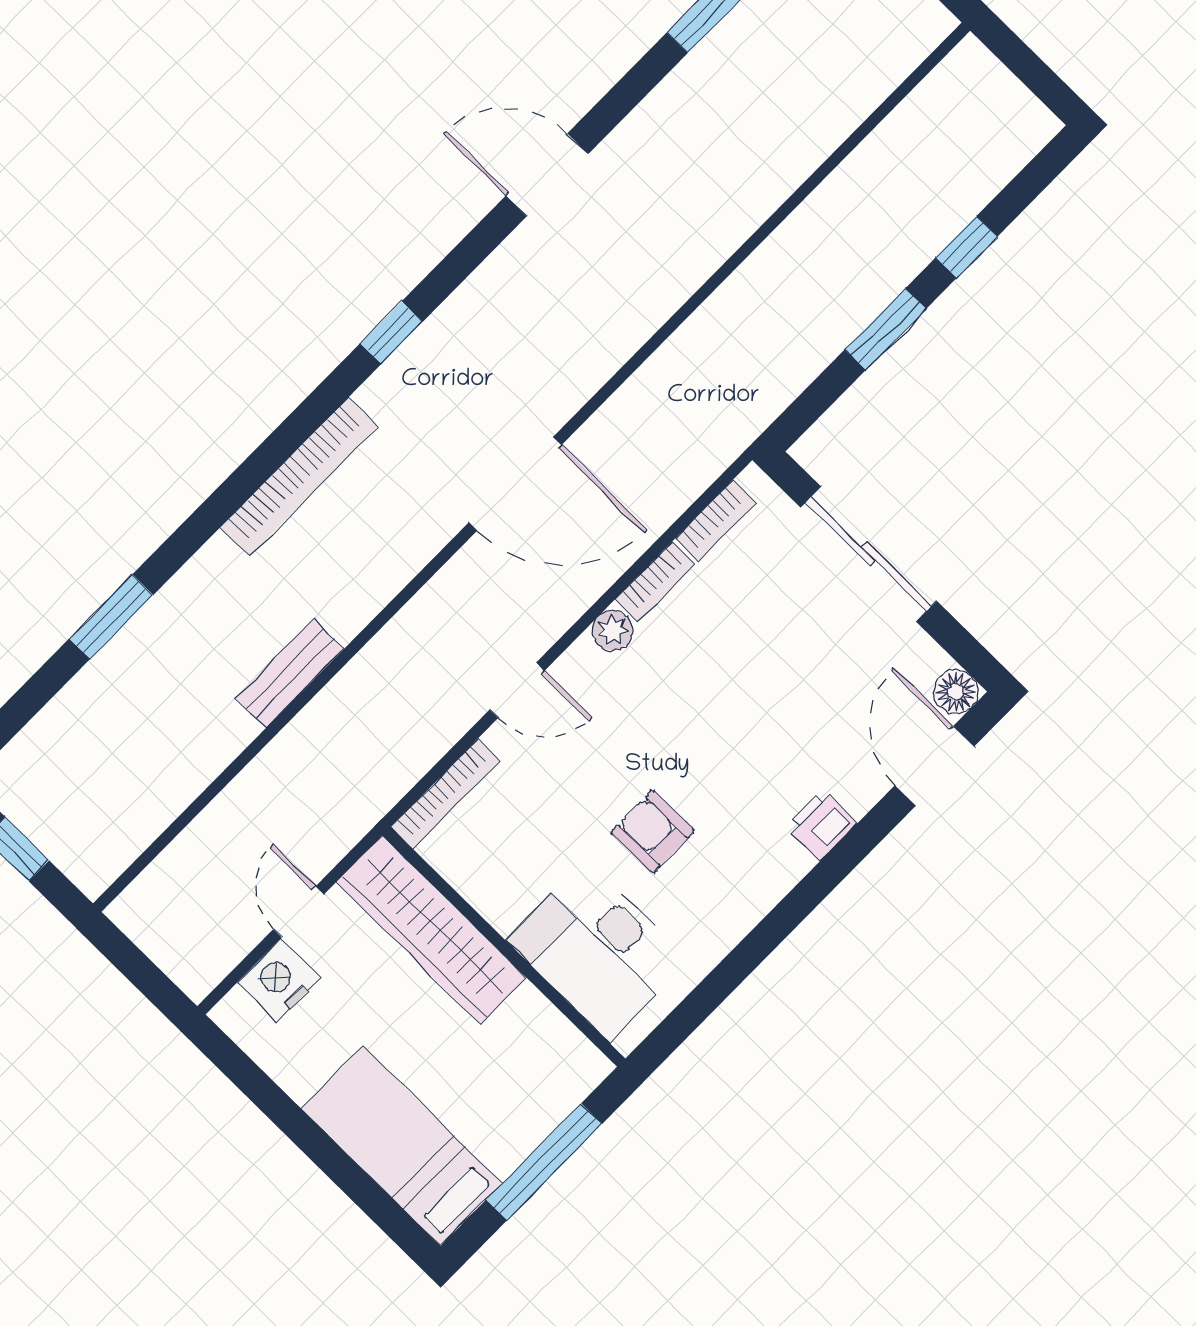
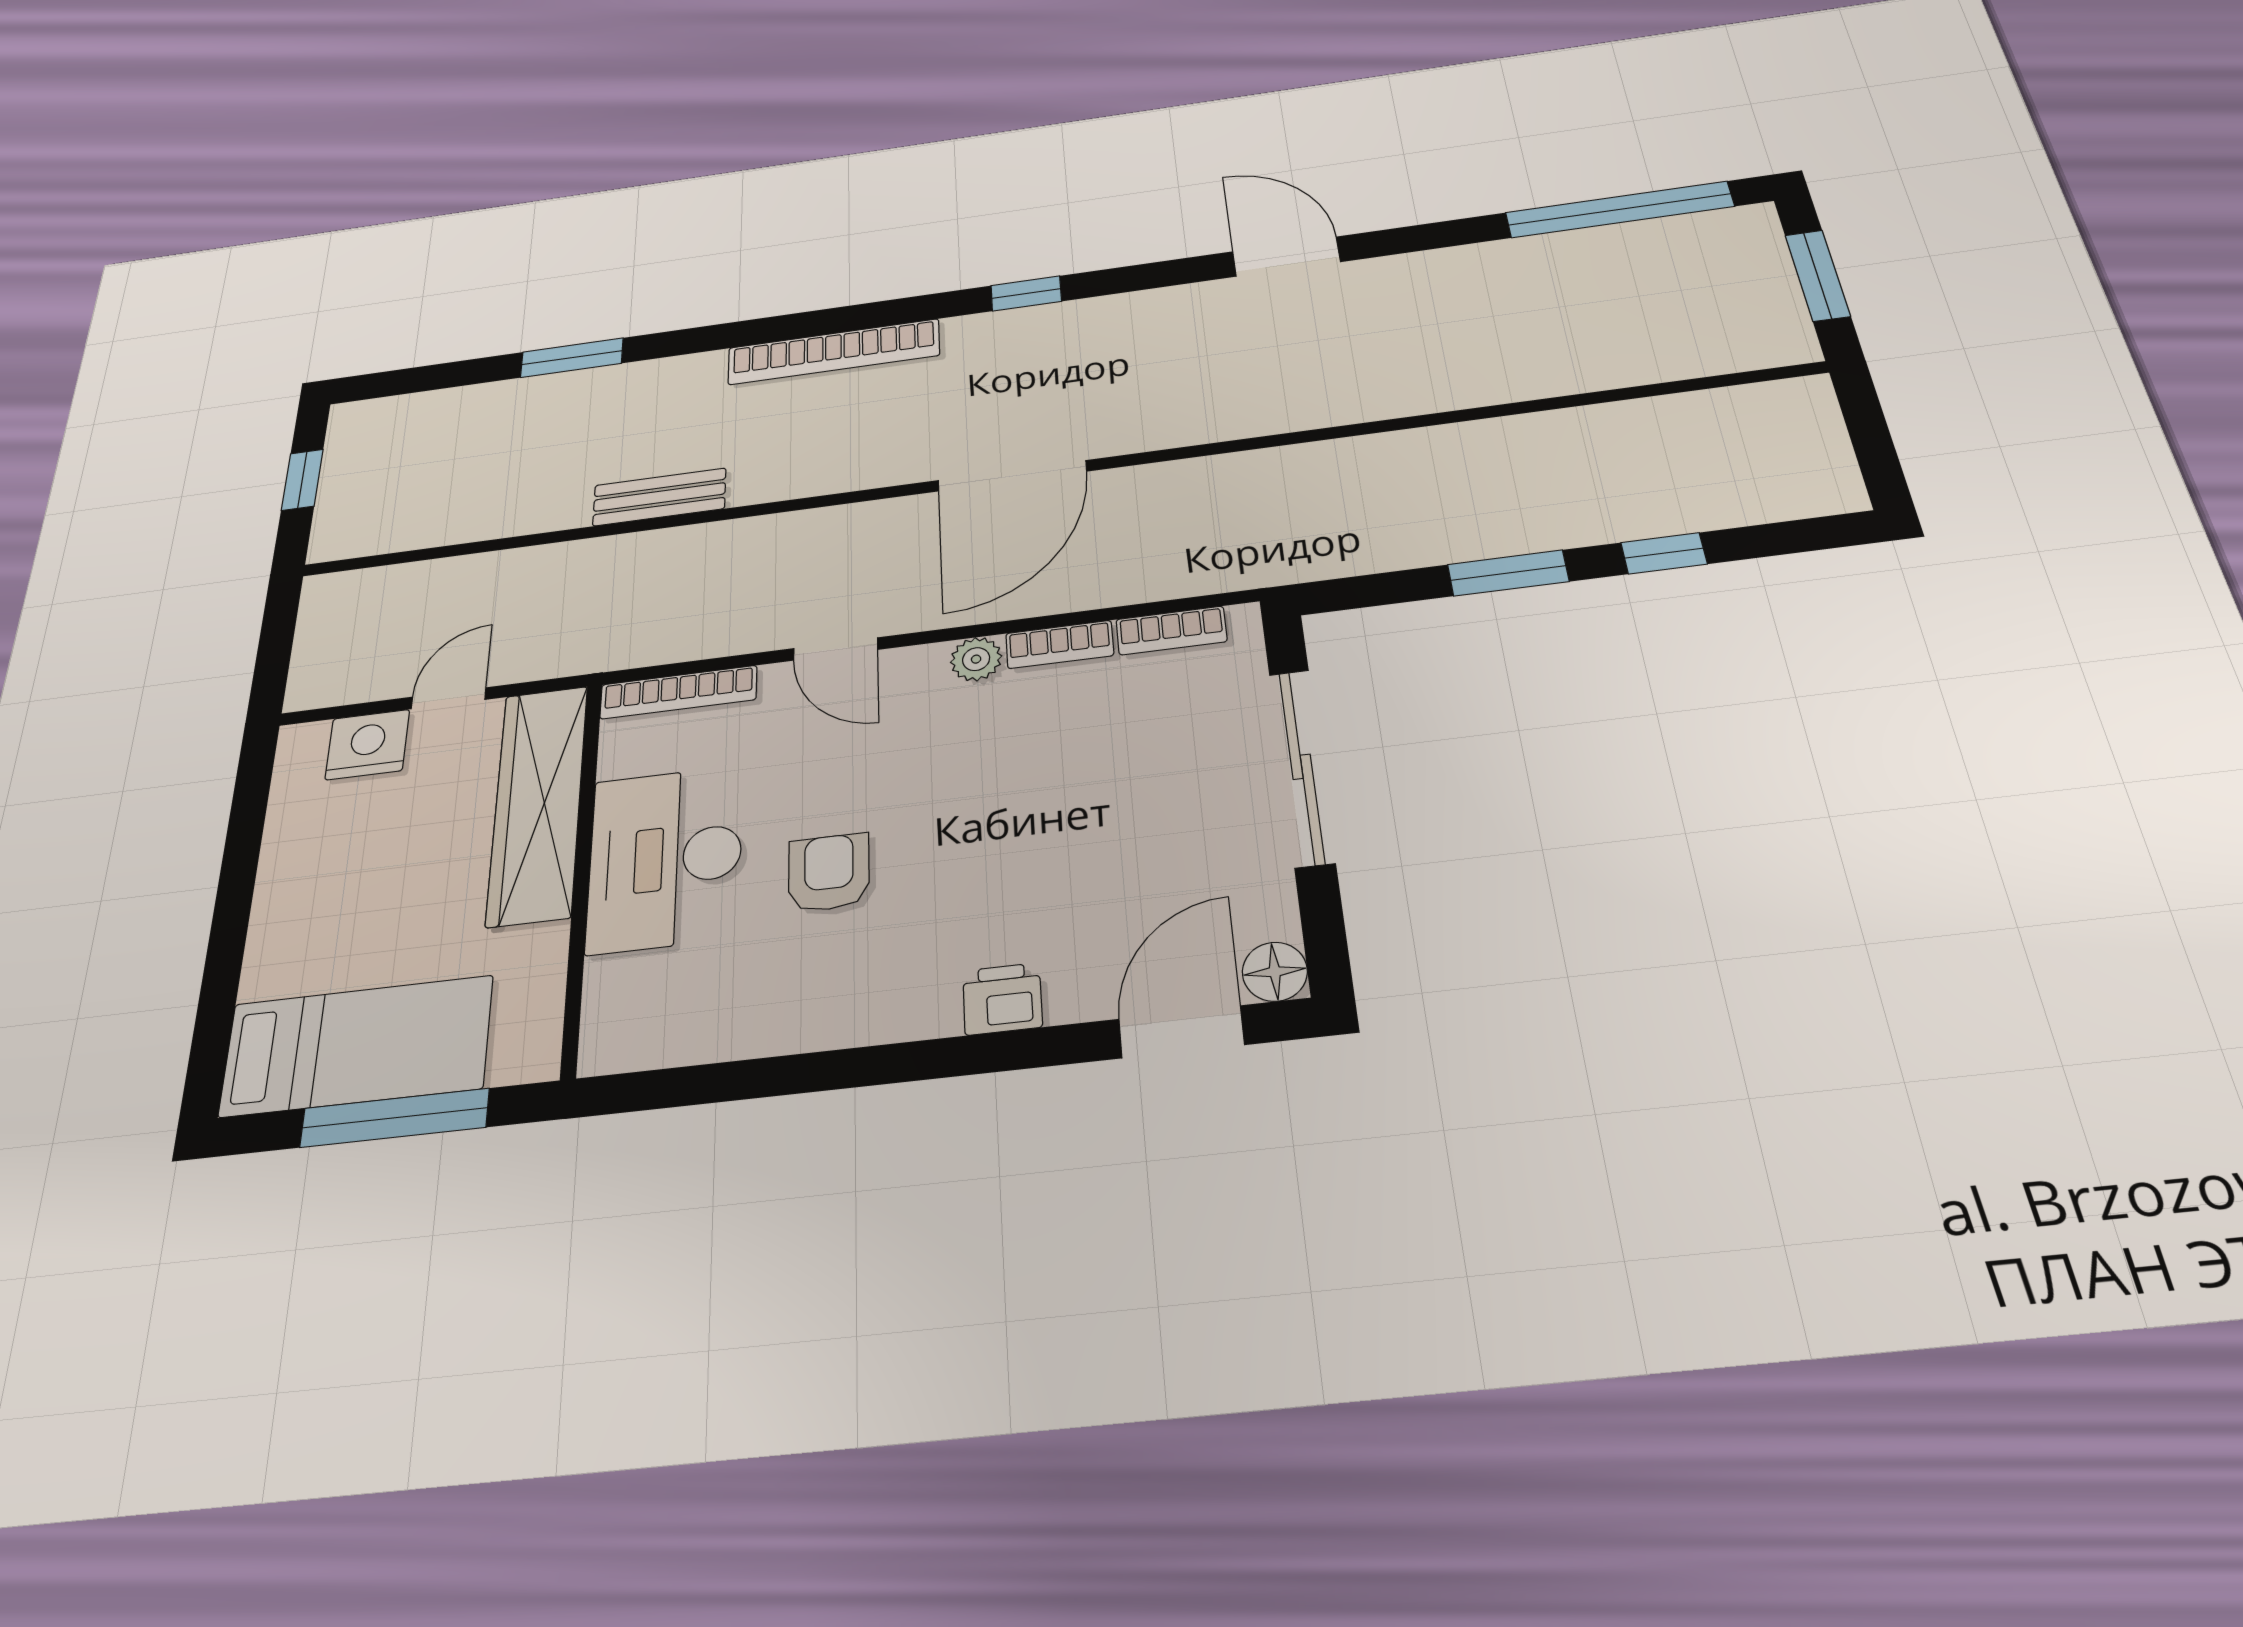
door: (515, 484) -> (1012, 476), hinge flipped
desk: (598, 951) -> (665, 859), moved
bed: (402, 1146) -> (357, 1046), moved, turned 90

